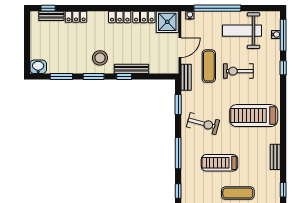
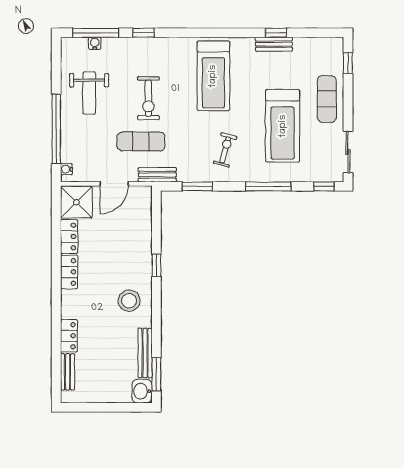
window: (48, 8) -> (56, 377), removed
weight bench: (242, 31) -> (89, 93), width x0.73, depth x0.75
door: (180, 48) -> (114, 184), swing flipped
bench: (132, 69) -> (145, 353), moved
window: (61, 77) -> (156, 374), moved
window: (94, 77) -> (156, 310), removed
exercise bike: (203, 124) -> (225, 150), width x0.73, depth x0.72
treadmill: (220, 163) -> (283, 126), width x1.37, depth x1.38
window: (283, 190) -> (276, 33), moved

